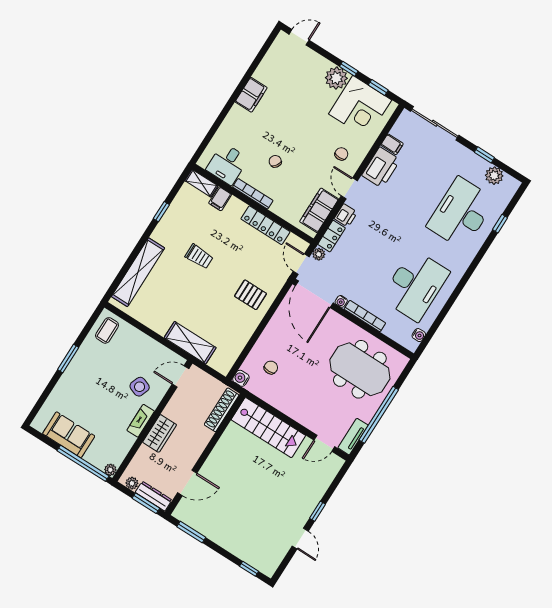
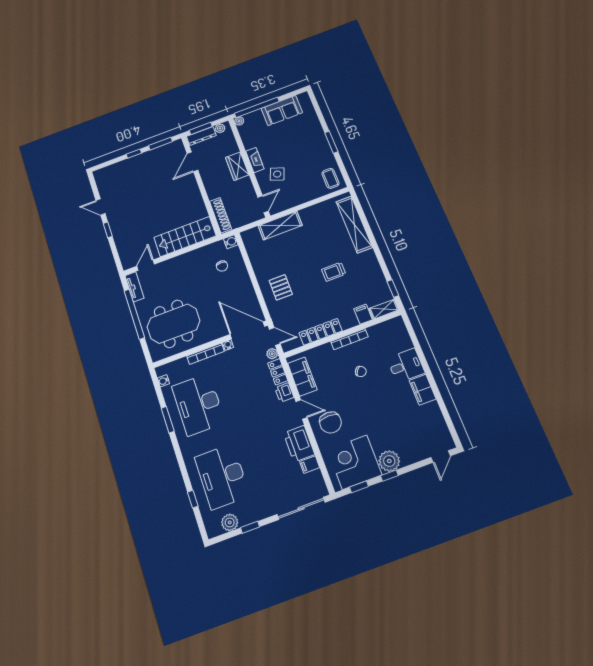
chair: (341, 154) -> (330, 422), width x1.87, depth x1.87
desk: (227, 164) -> (406, 366), moved, turned 90
window: (161, 212) -> (393, 288), moved
desk: (461, 213) -> (222, 476), turned 180
pallet: (250, 295) -> (281, 287), turned 90
window: (450, 302) -> (168, 420), added
window: (249, 569) -> (134, 154), moved

